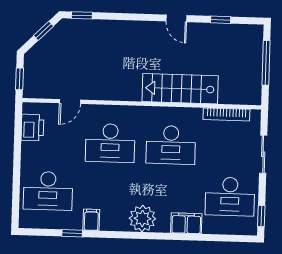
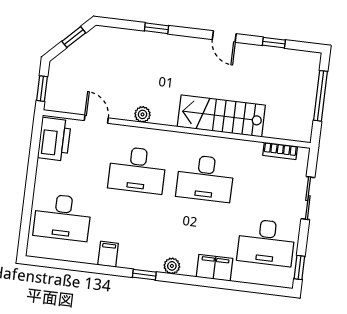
window: (82, 15) -> (156, 28), moved
plant: (110, 94) -> (142, 114), added
door: (70, 101) -> (96, 119), swing flipped
bookcase: (226, 114) -> (280, 151), width x0.64
printer: (32, 127) -> (54, 139), width x1.37, depth x1.19
plant: (142, 218) -> (172, 266), width x0.53, depth x0.53
window: (72, 233) -> (144, 275), moved

